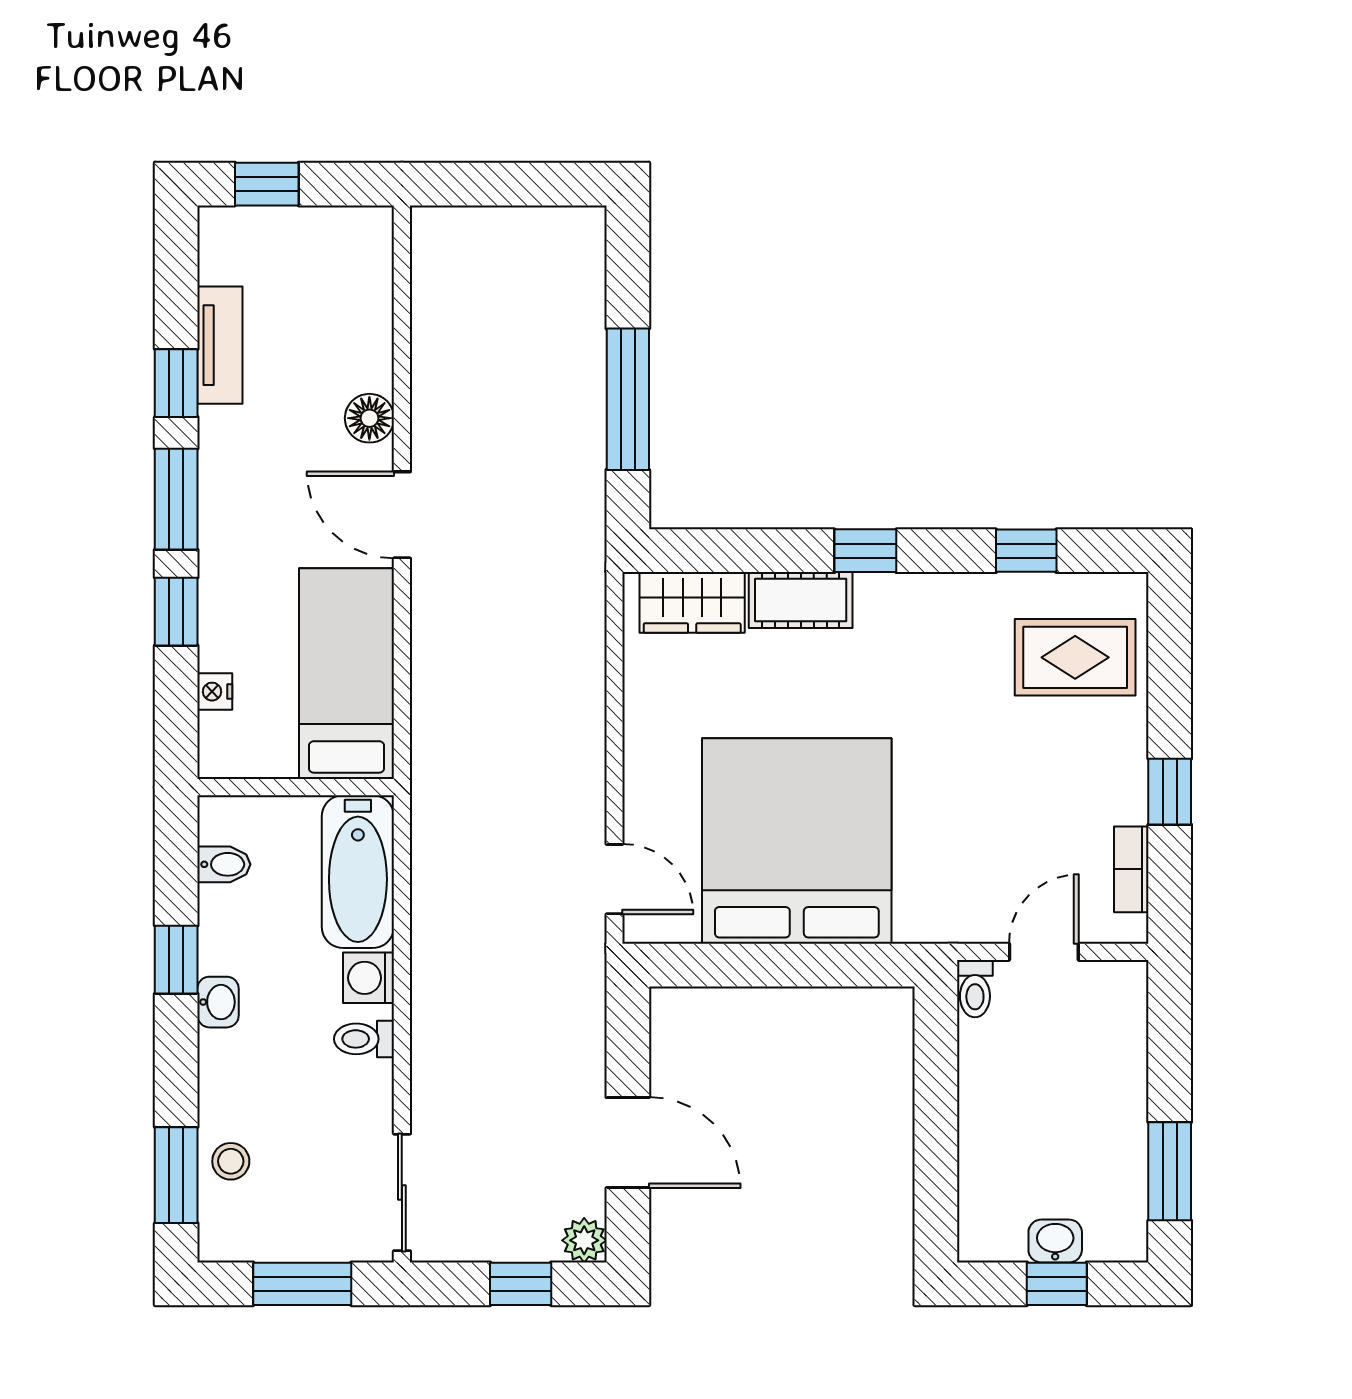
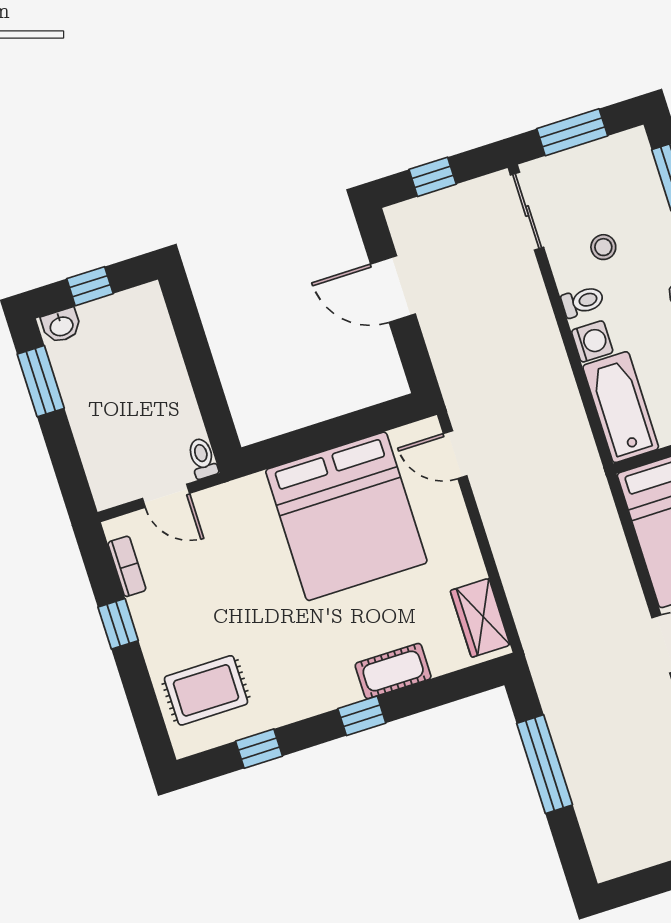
wardrobe: (692, 602) -> (480, 618), moved, turned -90
door: (1044, 952) -> (166, 496), hinge flipped
stool: (231, 1161) -> (603, 247), moved
plant: (584, 1240) -> (401, 218), removed
washbasin: (1055, 1241) -> (61, 325), moved

